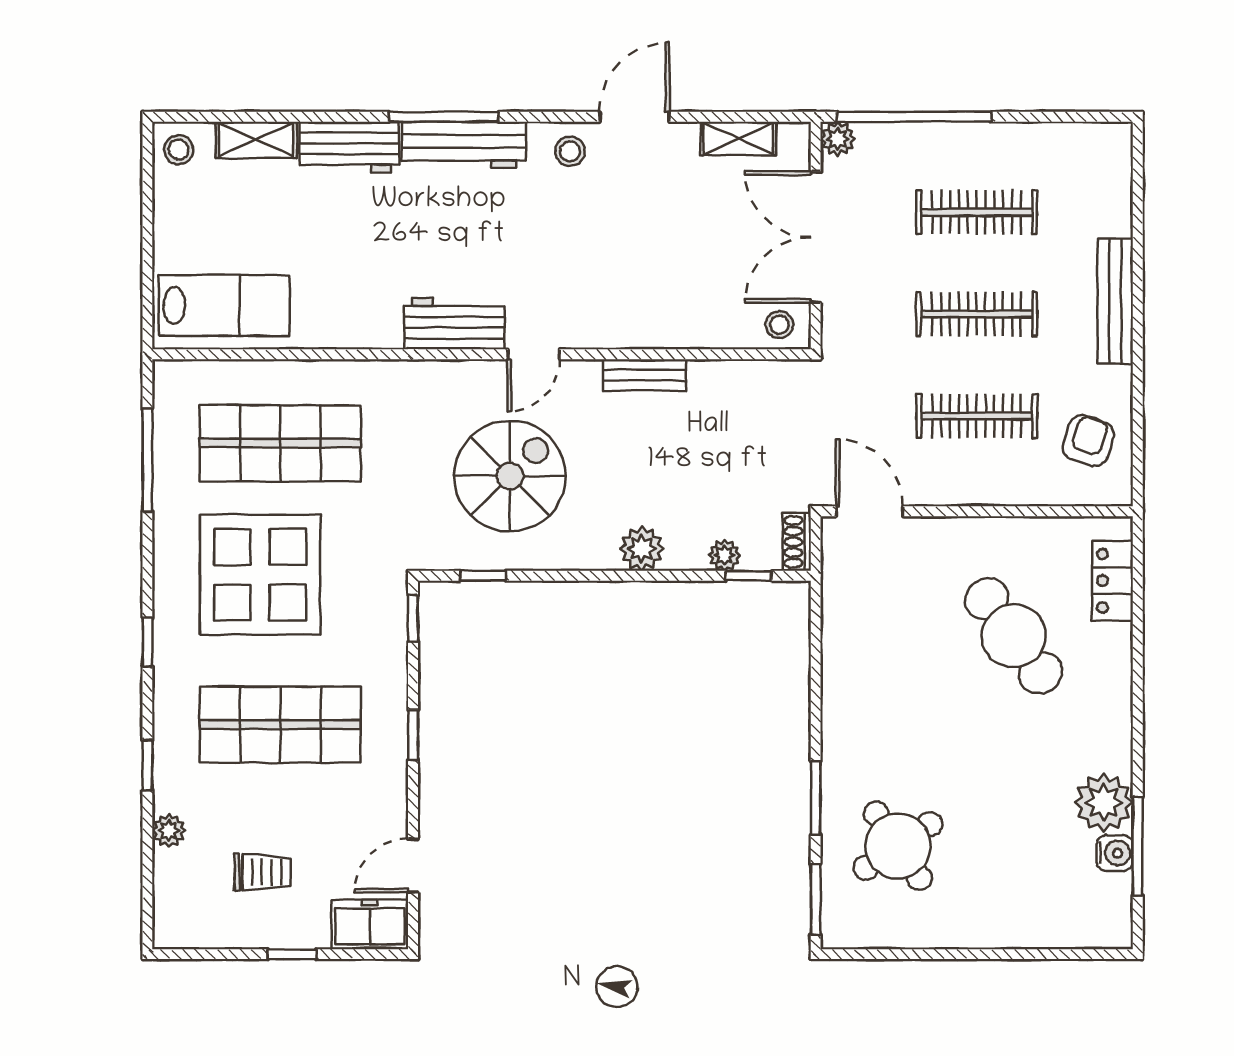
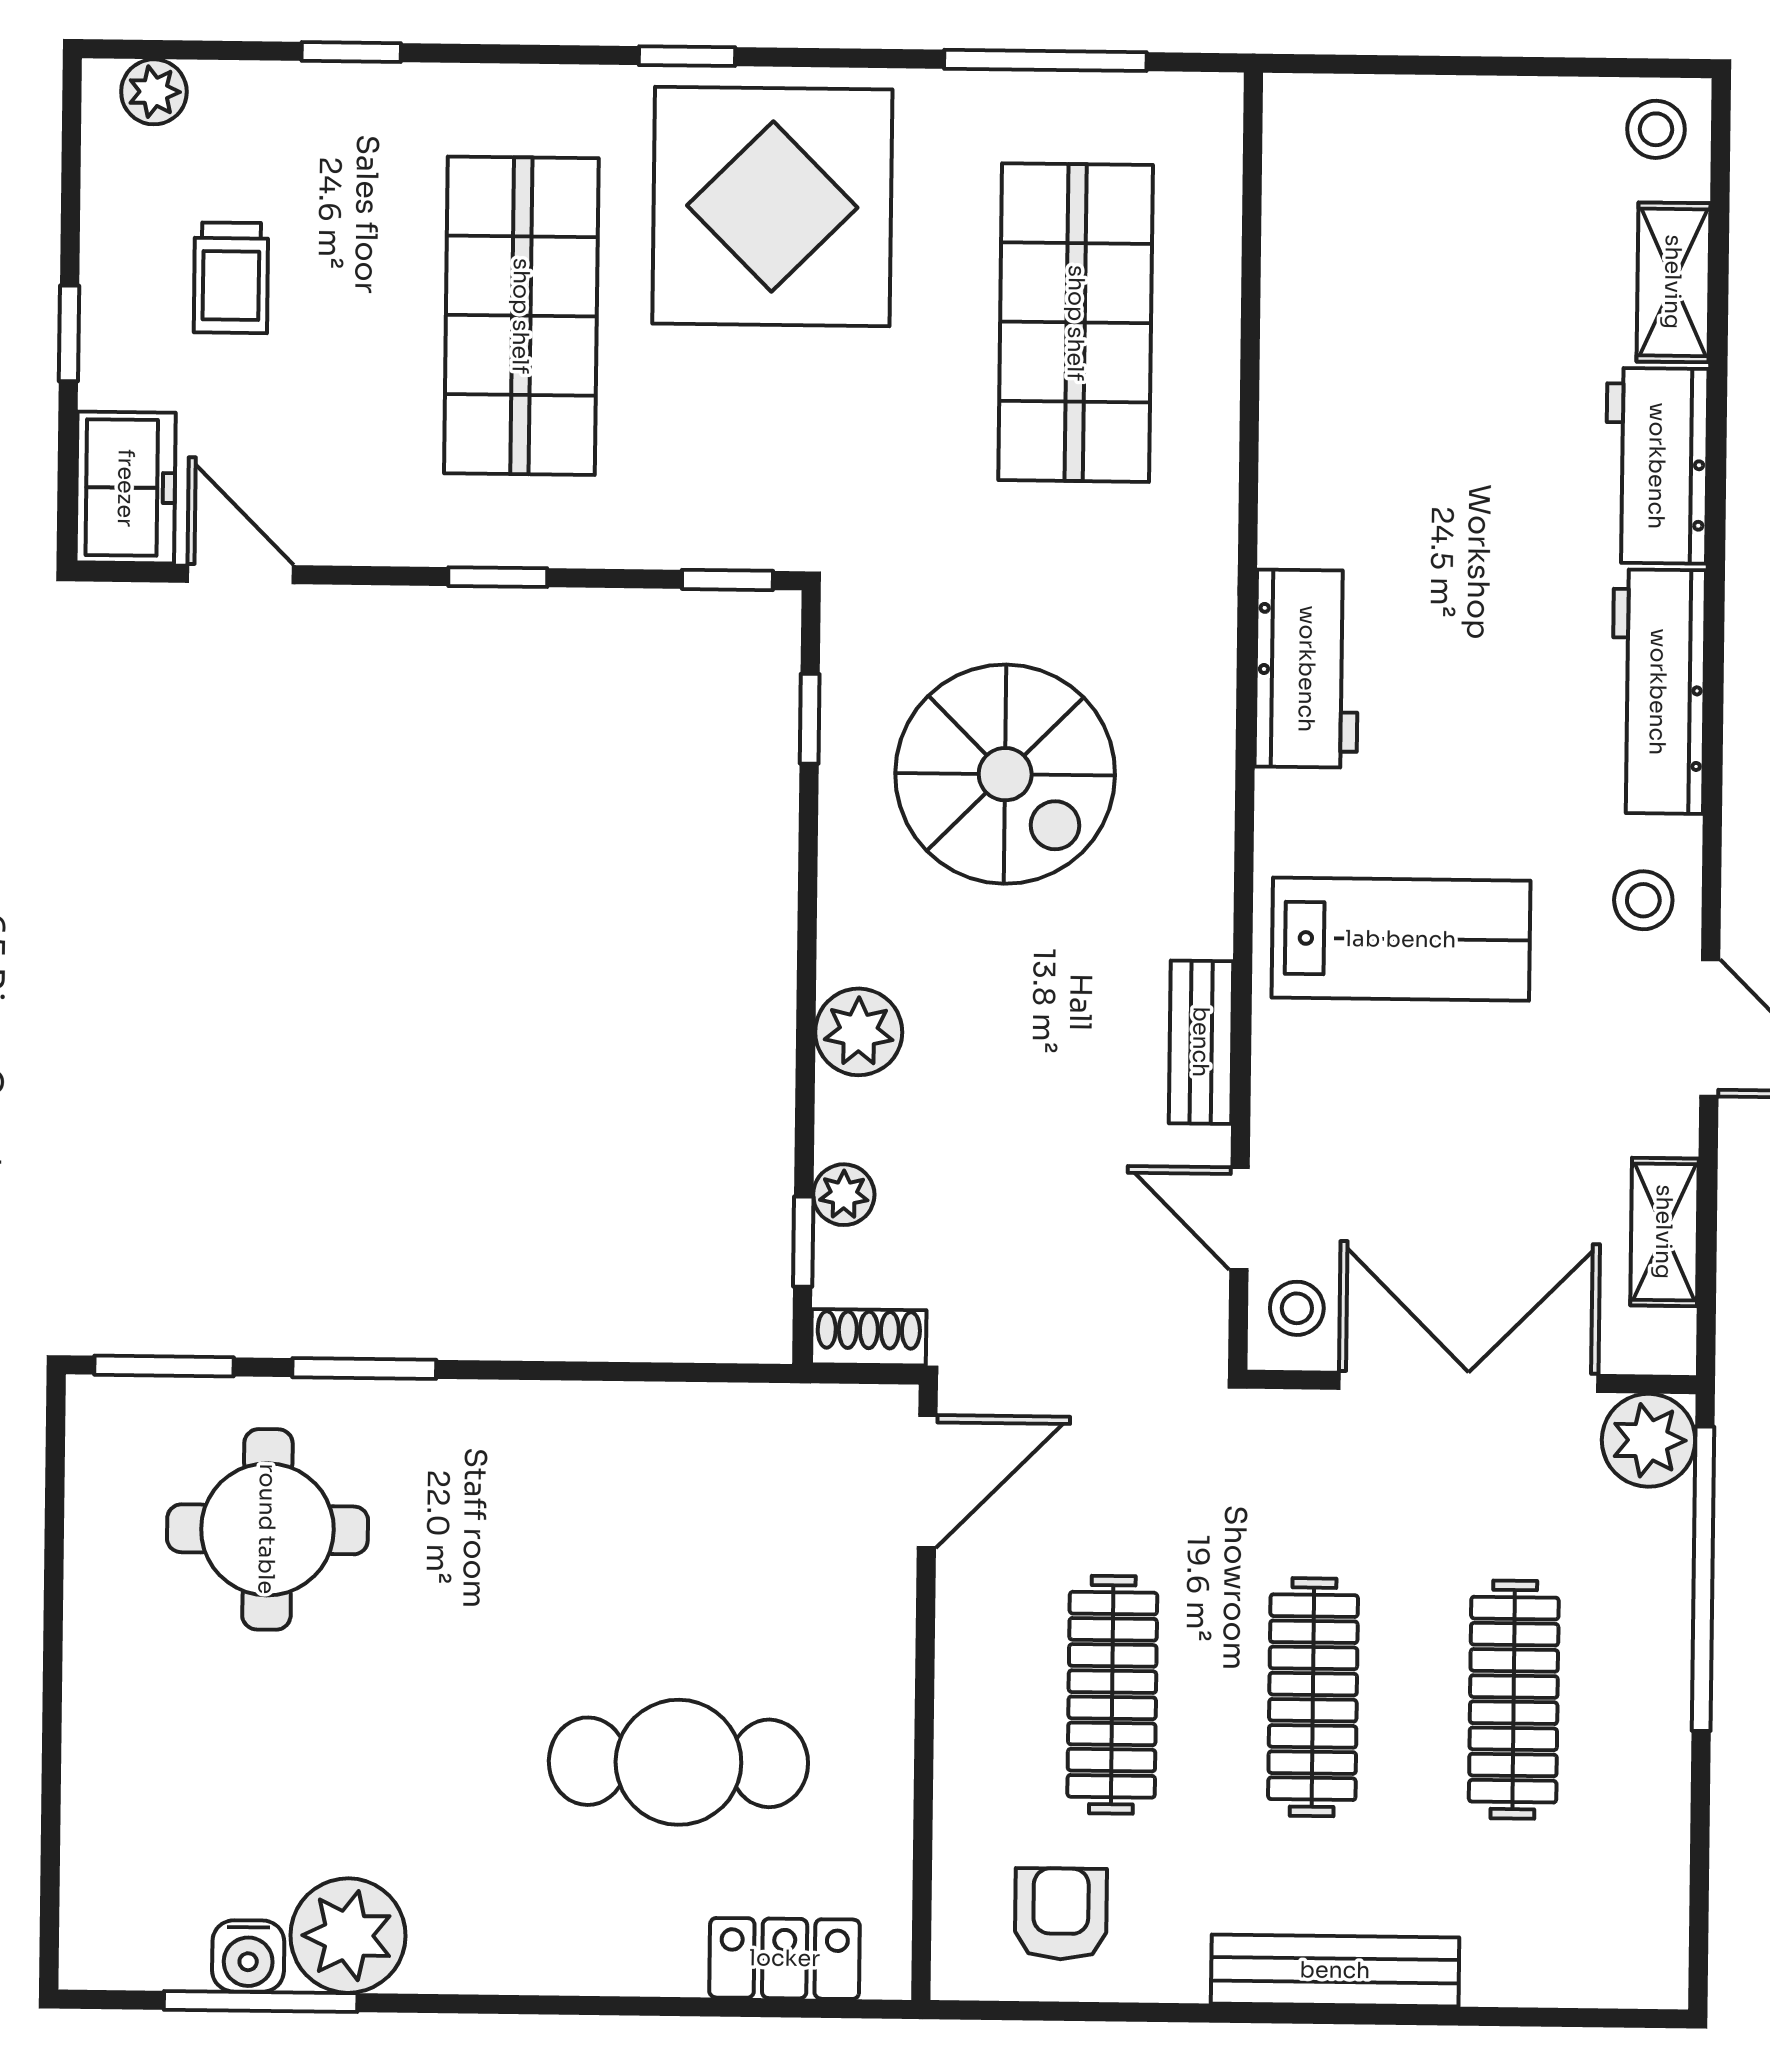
window: (444, 117) -> (1714, 652), removed
plant: (838, 139) -> (1649, 1440), width x1.38, depth x1.38
lab bench: (224, 306) -> (1401, 939), moved, turned -90
door: (534, 354) -> (1240, 1219), moved
armchair: (1088, 441) -> (1061, 1914), turned -108
display table: (260, 575) -> (772, 206), moved
cafe table: (1014, 636) -> (678, 1762), turned 36
window: (147, 765) -> (351, 52), moved
plant: (169, 831) -> (154, 92), moved
round table: (898, 846) -> (267, 1529), turned 34

